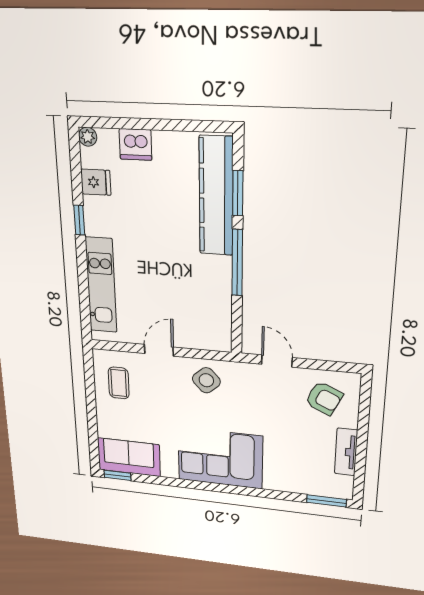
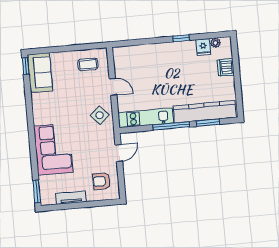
plant: (88, 137) -> (215, 43), moved
kitchen unit: (101, 285) -> (146, 118), moved, turned 180
armchair: (324, 398) -> (102, 181), turned 65
corner sofa: (220, 458) -> (53, 149), moved

